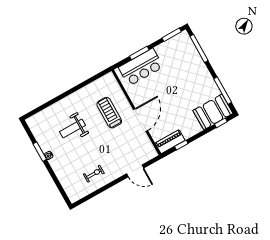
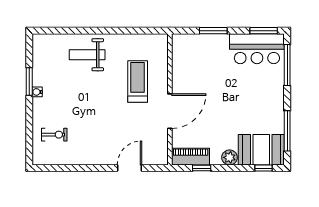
bar counter: (141, 67) -> (257, 49), moved
plant: (195, 128) -> (230, 157), added
weight bench: (73, 129) -> (87, 55), moved
door: (135, 171) -> (130, 168), swing flipped
exercise bike: (94, 174) -> (54, 135), moved

